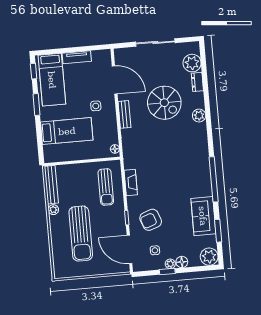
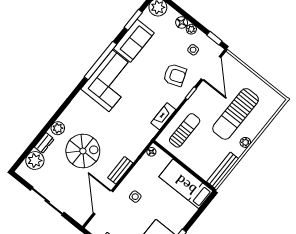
spiral stairs: (164, 103) -> (83, 151), turned 90
plant: (199, 116) -> (58, 128), moved
bed: (67, 131) -> (186, 184), moved
corner sofa: (192, 172) -> (111, 81), added
plant: (53, 210) -> (245, 142), moved
sun lounger: (81, 234) -> (236, 114), turned 180
window: (167, 272) -> (214, 38), moved

